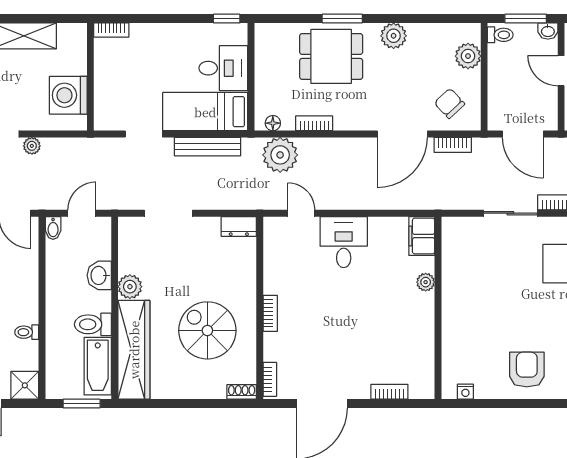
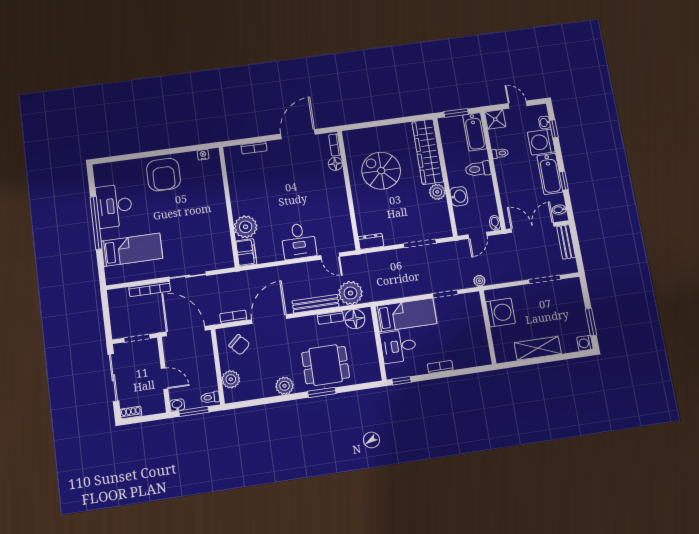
bookcase: (111, 30) -> (440, 367), moved
floor lamp: (273, 123) -> (355, 319), width x1.89, depth x1.89
door: (523, 134) -> (186, 331), width x1.36
plant: (32, 146) -> (479, 281), moved
bench: (208, 147) -> (316, 304), moved
plant: (426, 282) -> (246, 227), width x1.88, depth x1.88
bookcase: (270, 313) -> (341, 187), removed
toilet: (93, 324) -> (478, 169), moved, turned 180
spiral stairs: (207, 330) -> (381, 171), turned 180
floor lamp: (273, 350) -> (335, 164), added
bathtub: (98, 366) -> (475, 132), moved, turned 180
armchair: (527, 370) -> (164, 175), width x1.36, depth x1.36
shoe rack: (242, 392) -> (352, 134), removed

